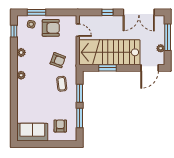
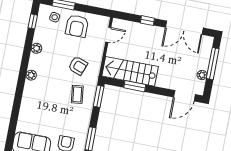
armchair: (51, 28) -> (77, 26), turned 90
door: (78, 30) -> (108, 35), hinge flipped
stairs: (109, 52) -> (130, 71), width x0.73, depth x0.66
window: (80, 93) -> (99, 96), moved

